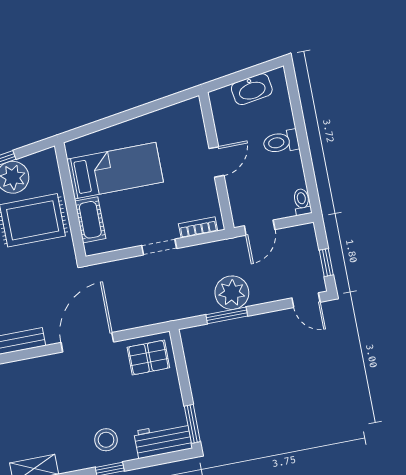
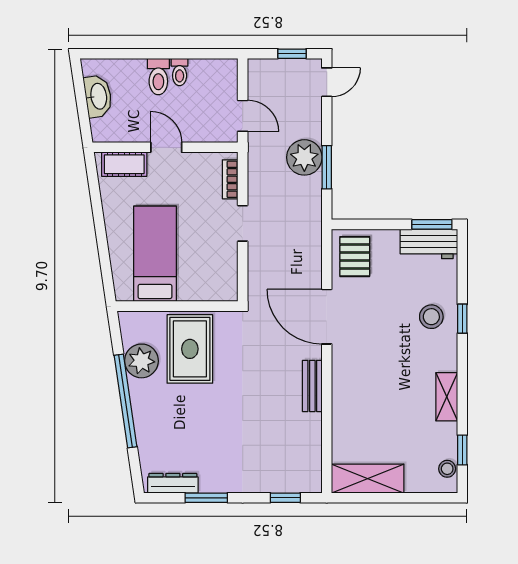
toilet: (302, 202) -> (180, 72), moved, turned -90
cot: (90, 220) -> (124, 164), moved
workbench: (163, 440) -> (429, 244), moved, turned -90

